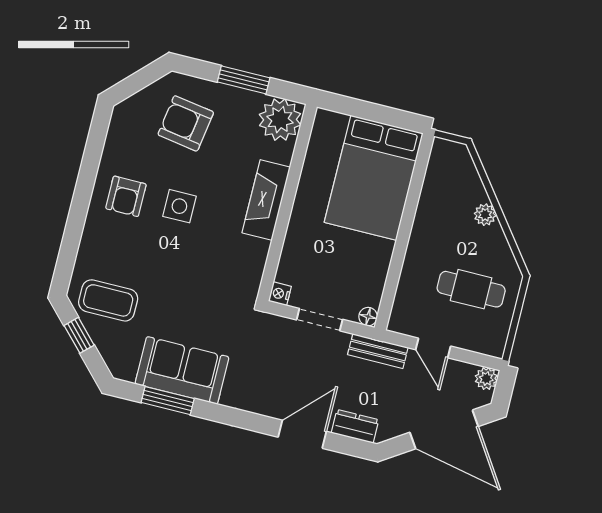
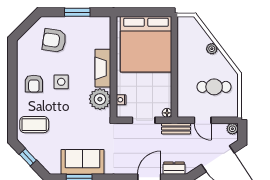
plant: (280, 120) -> (100, 99), moved
bed: (374, 178) -> (146, 44), width x1.36
nightstand: (280, 294) -> (121, 100), moved
coffee table: (108, 300) -> (34, 125), moved

